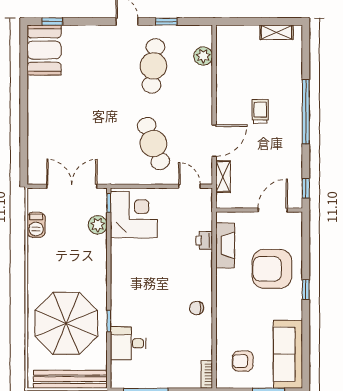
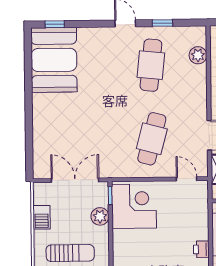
booth: (44, 50) -> (54, 60), width x1.36, depth x1.42
cafe table: (153, 144) -> (152, 139), turned 36
printer: (204, 240) -> (201, 249), moved
sun lounger: (66, 263) -> (70, 253), added

